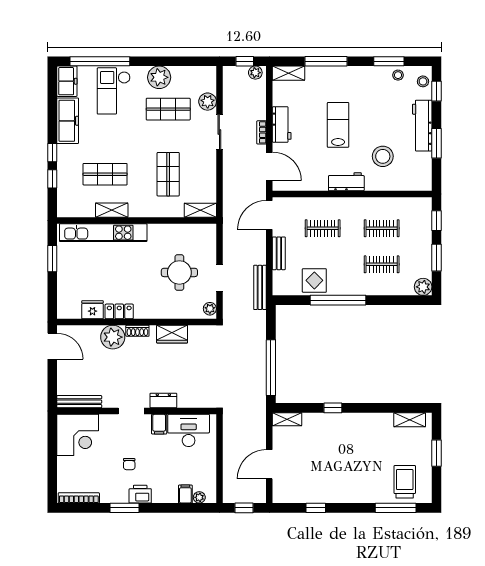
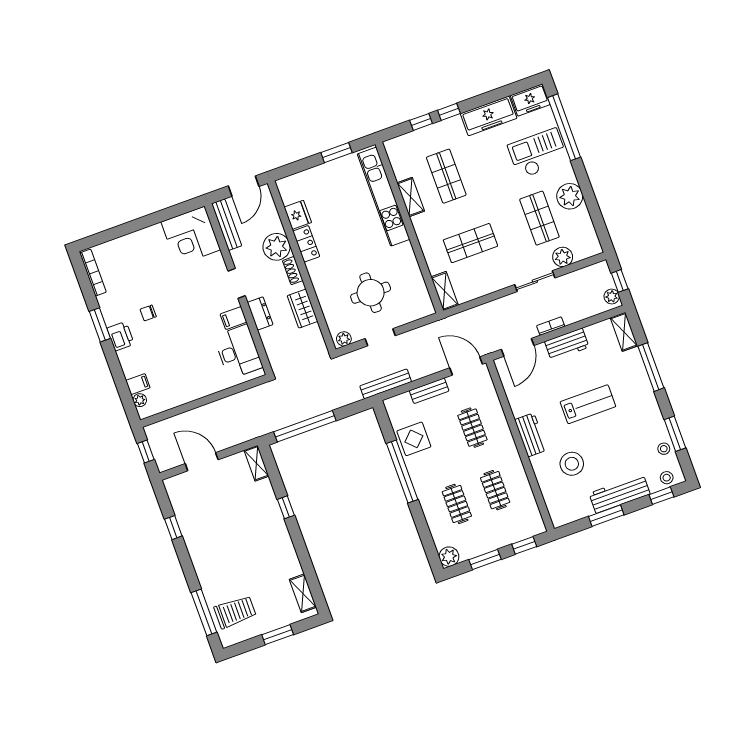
dresser: (163, 401) -> (260, 313), moved
bench: (79, 402) -> (227, 225), moved
doorway: (131, 411) -> (237, 283), moved
wall: (137, 411) -> (239, 289), moved
filing cabinet: (159, 424) -> (233, 318), moved
desk: (189, 430) -> (238, 352), moved
corner desk: (78, 435) -> (191, 236), moved

